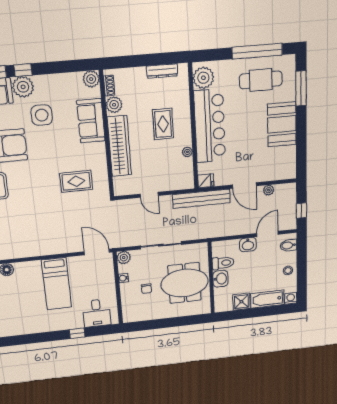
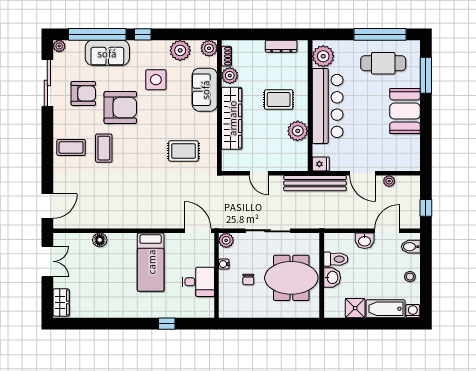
plant: (23, 87) -> (180, 50), moved
rug: (163, 124) -> (279, 100), turned 90
plant: (187, 152) -> (298, 131), width x1.88, depth x1.88
desk: (97, 313) -> (198, 282), moved, turned -90

